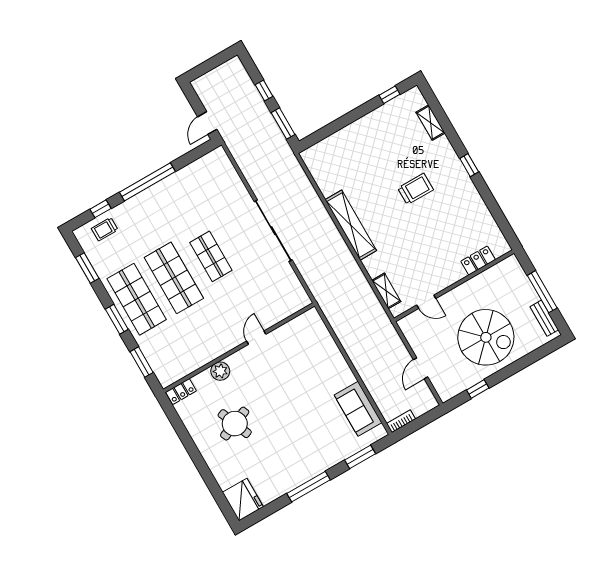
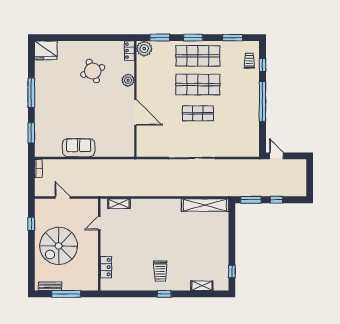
trolley: (416, 189) -> (160, 271), moved
shelving: (351, 225) -> (205, 205), moved
door: (256, 338) -> (135, 112), width x1.88
plant: (167, 374) -> (144, 49), added
sofa: (358, 409) -> (79, 148), moved

